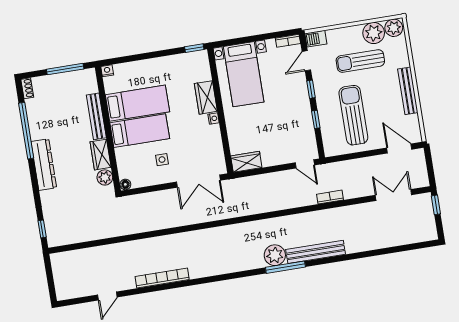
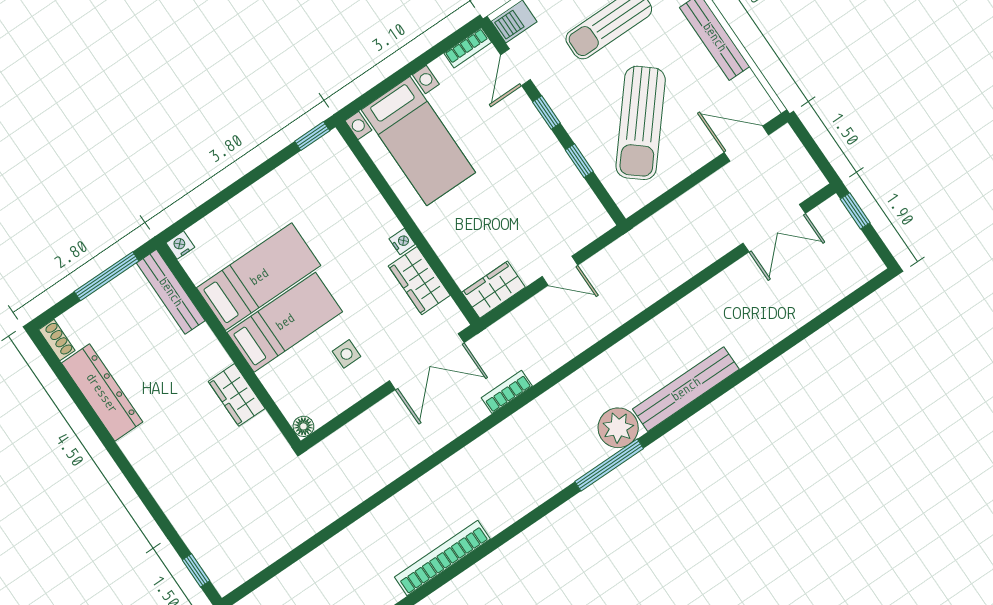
wardrobe: (206, 97) -> (419, 281), moved
sun lounger: (353, 115) -> (641, 123), turned -140
bench: (96, 116) -> (171, 292), moved
window: (26, 131) -> (89, 414), removed
door: (305, 164) -> (560, 271), moved
dresser: (44, 165) -> (102, 393), moved
plant: (105, 177) -> (263, 431), removed
double door: (393, 195) -> (774, 228), swing flipped
bookcase: (330, 197) -> (507, 392), moved
window: (285, 267) -> (609, 465), moved

